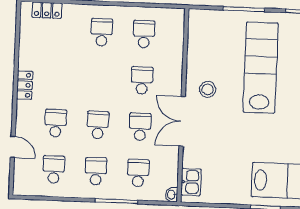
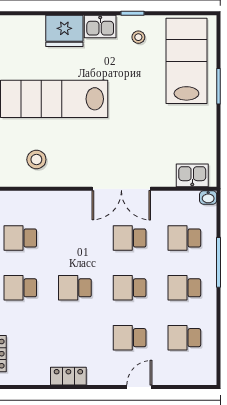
school desk: (142, 80) -> (75, 288), moved
locker: (25, 85) -> (68, 376), moved
stool: (208, 89) -> (36, 160), moved
door: (13, 147) -> (139, 387), moved

